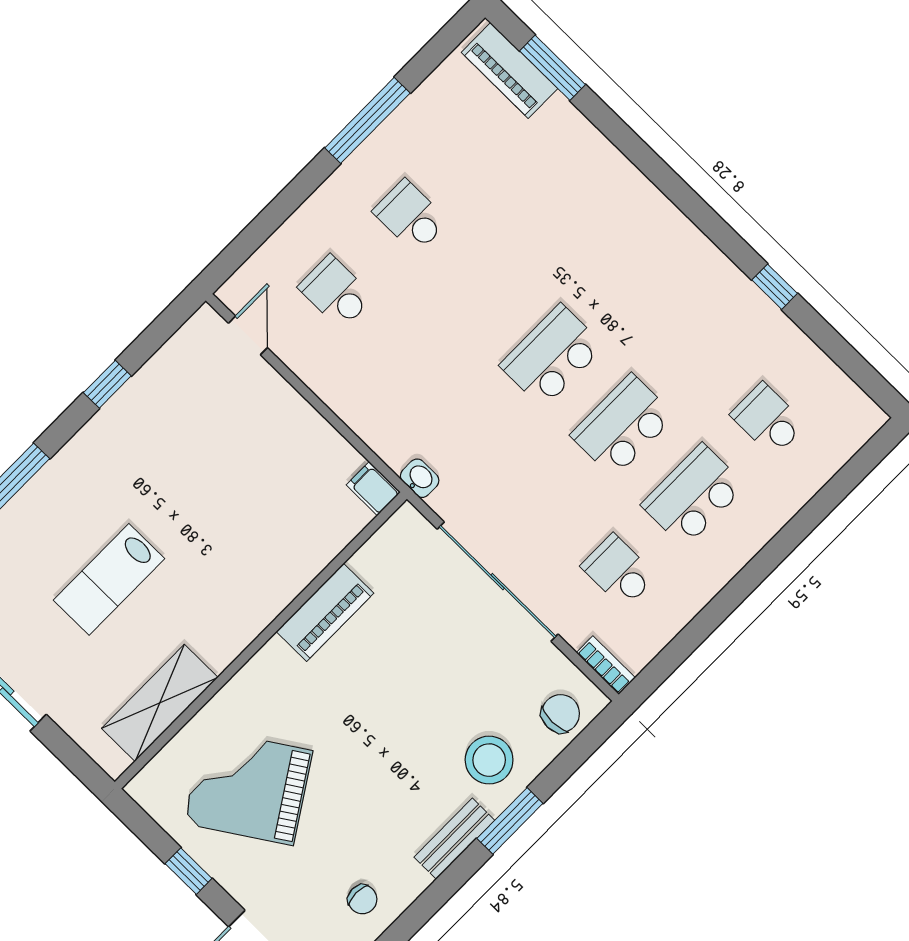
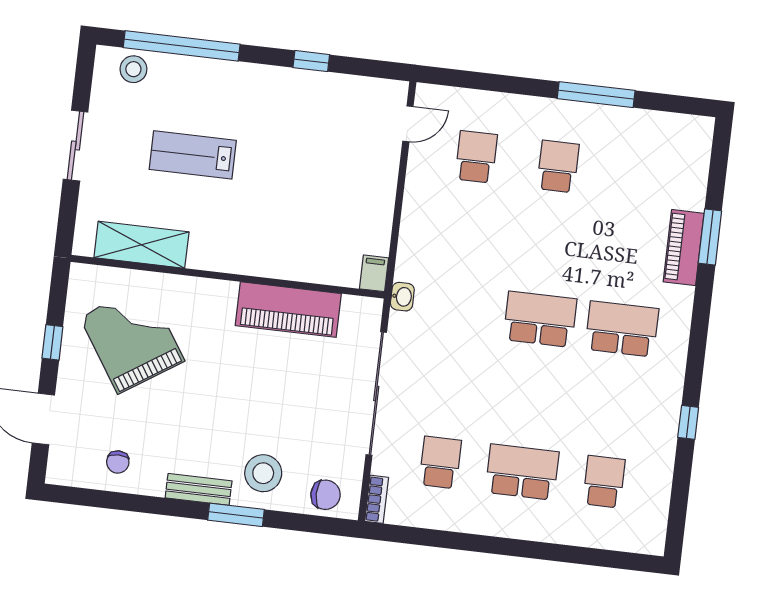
window: (553, 68) -> (710, 237), moved
piano: (509, 70) -> (684, 248), moved
school desk: (623, 426) -> (622, 329), moved
piano: (325, 612) -> (288, 310), width x1.37, depth x1.33

